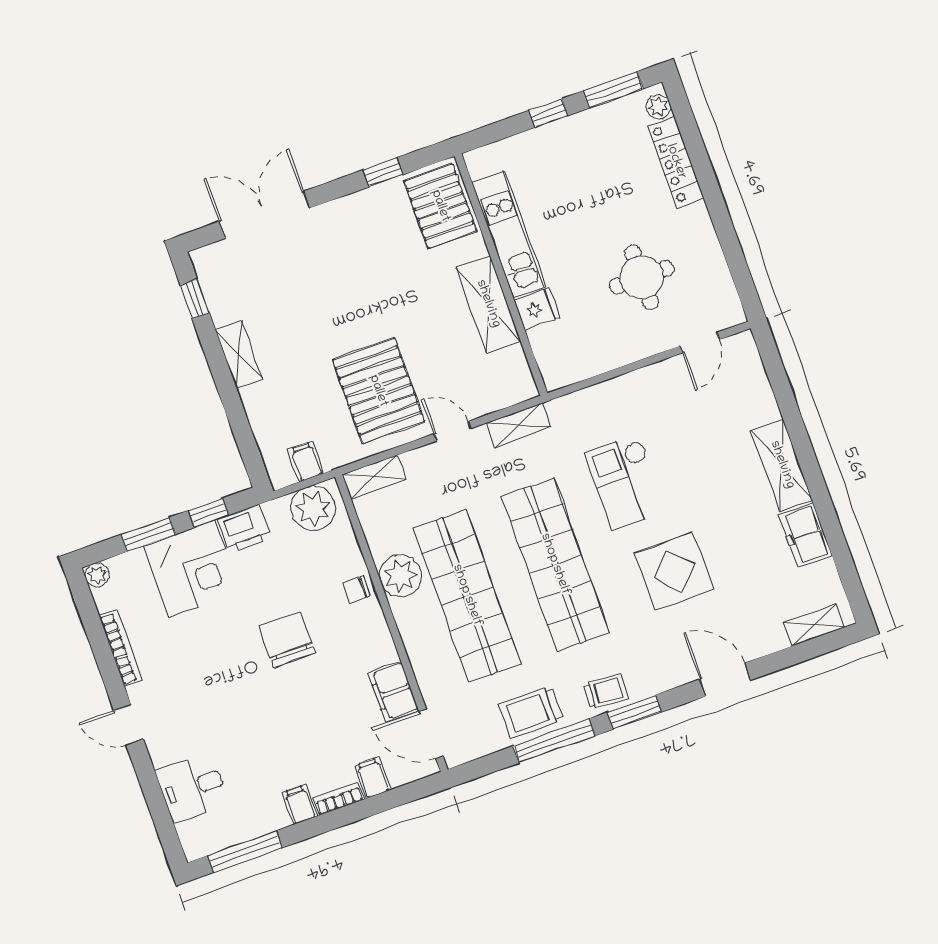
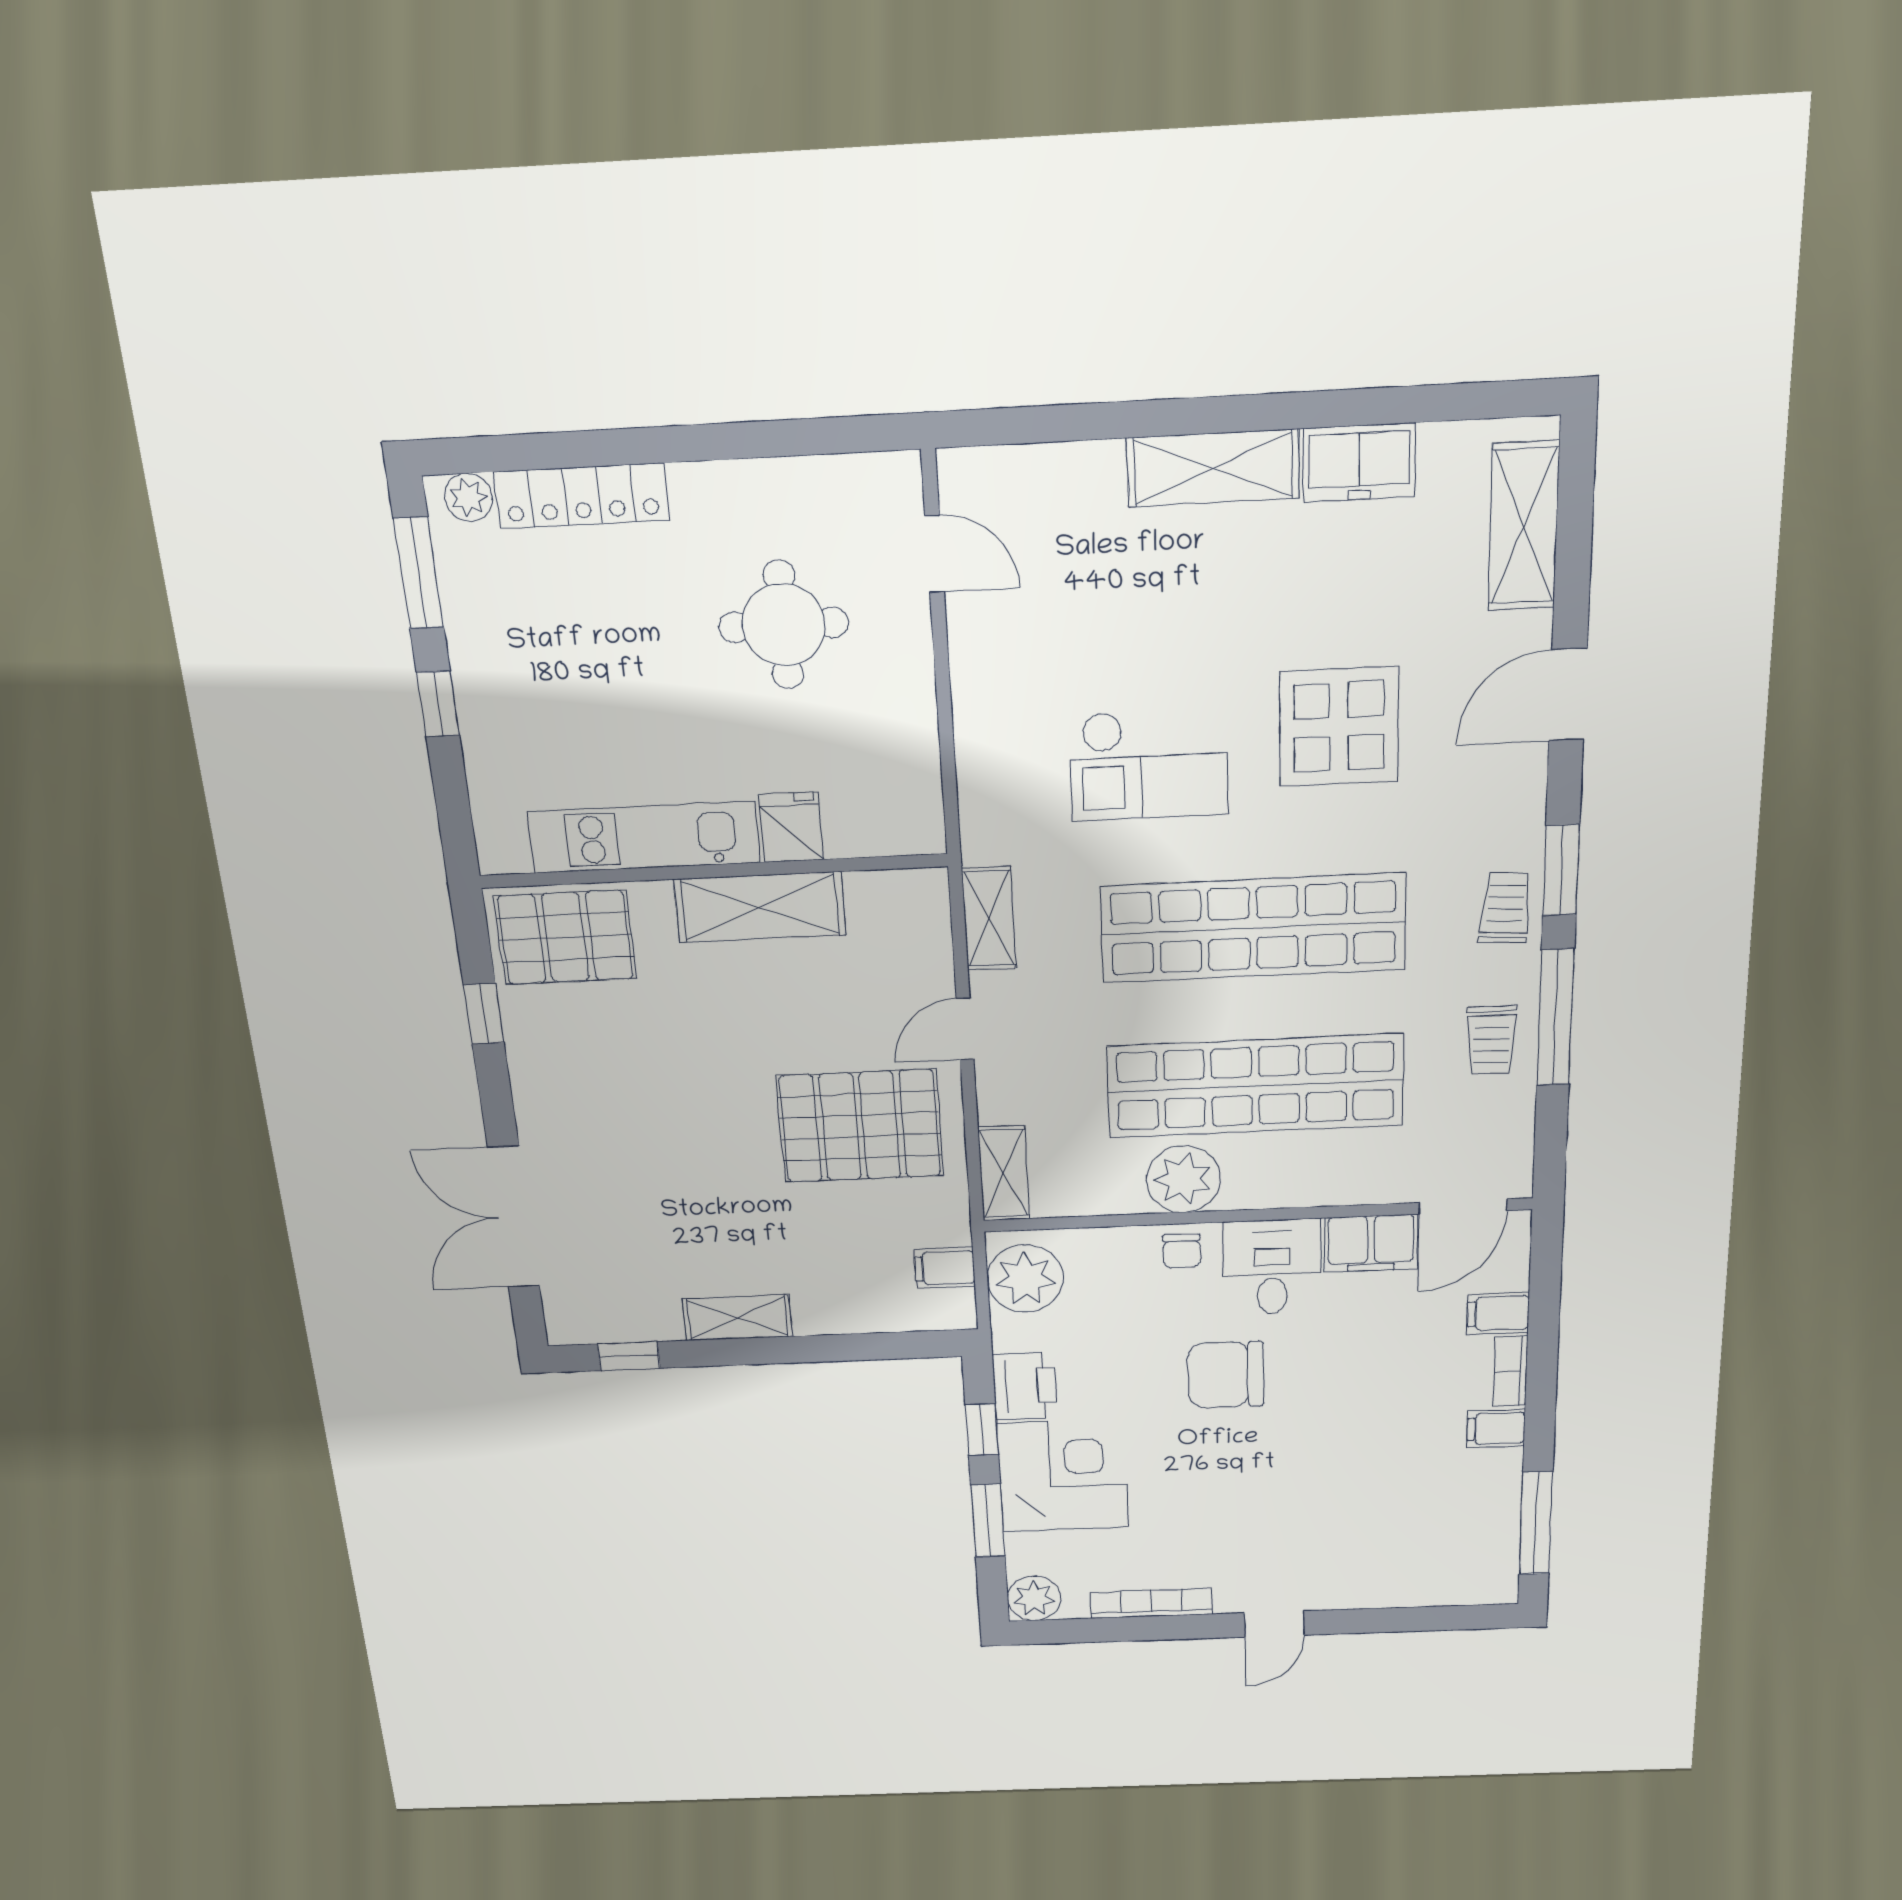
plant: (97, 575) -> (1034, 1598), width x1.38, depth x1.38
shelving: (814, 625) -> (1524, 526), width x1.50, depth x1.33
trolley: (531, 712) -> (1491, 1040), width x0.73, depth x0.72
desk: (192, 787) -> (1272, 1267), moved, turned 180

